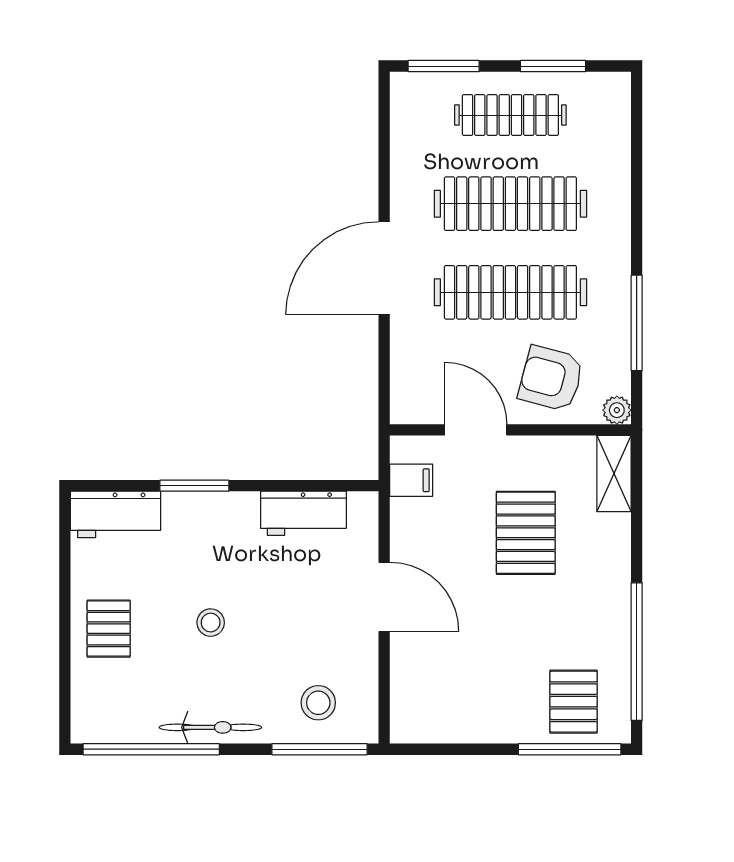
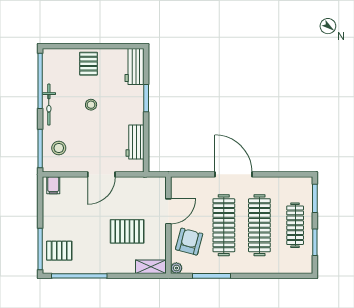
filing cabinet: (411, 480) -> (53, 185), moved
pallet: (109, 629) -> (89, 64), turned 90

